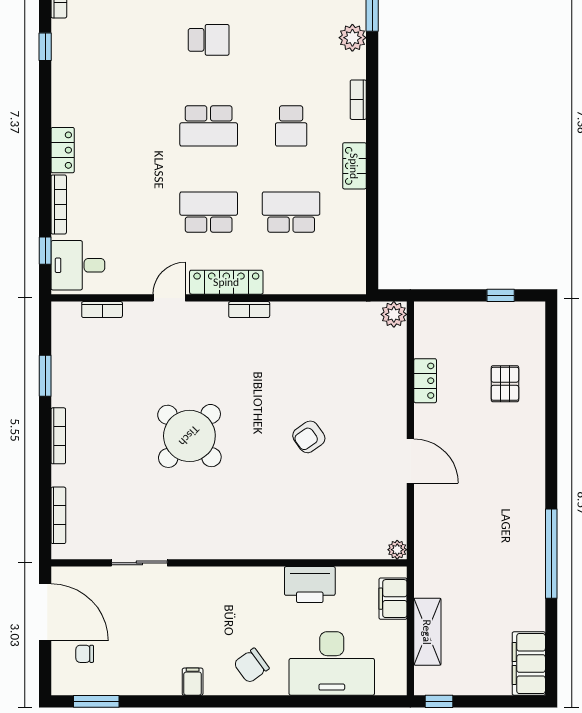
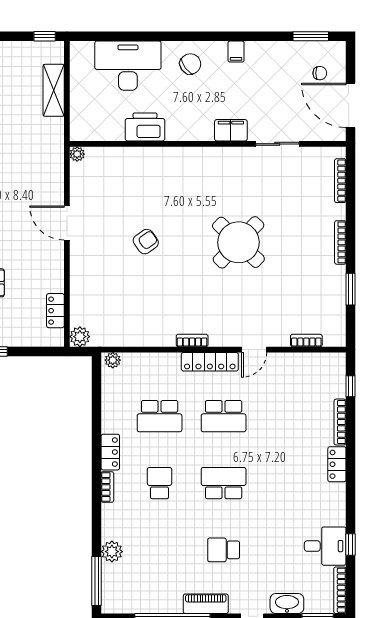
bookcase: (358, 100) -> (107, 487), moved
desk: (78, 265) -> (325, 546), moved
plant: (351, 284) -> (113, 360), added
locker: (425, 381) -> (55, 311), moved
filing cabinet: (393, 599) -> (231, 130), moved, turned -90

